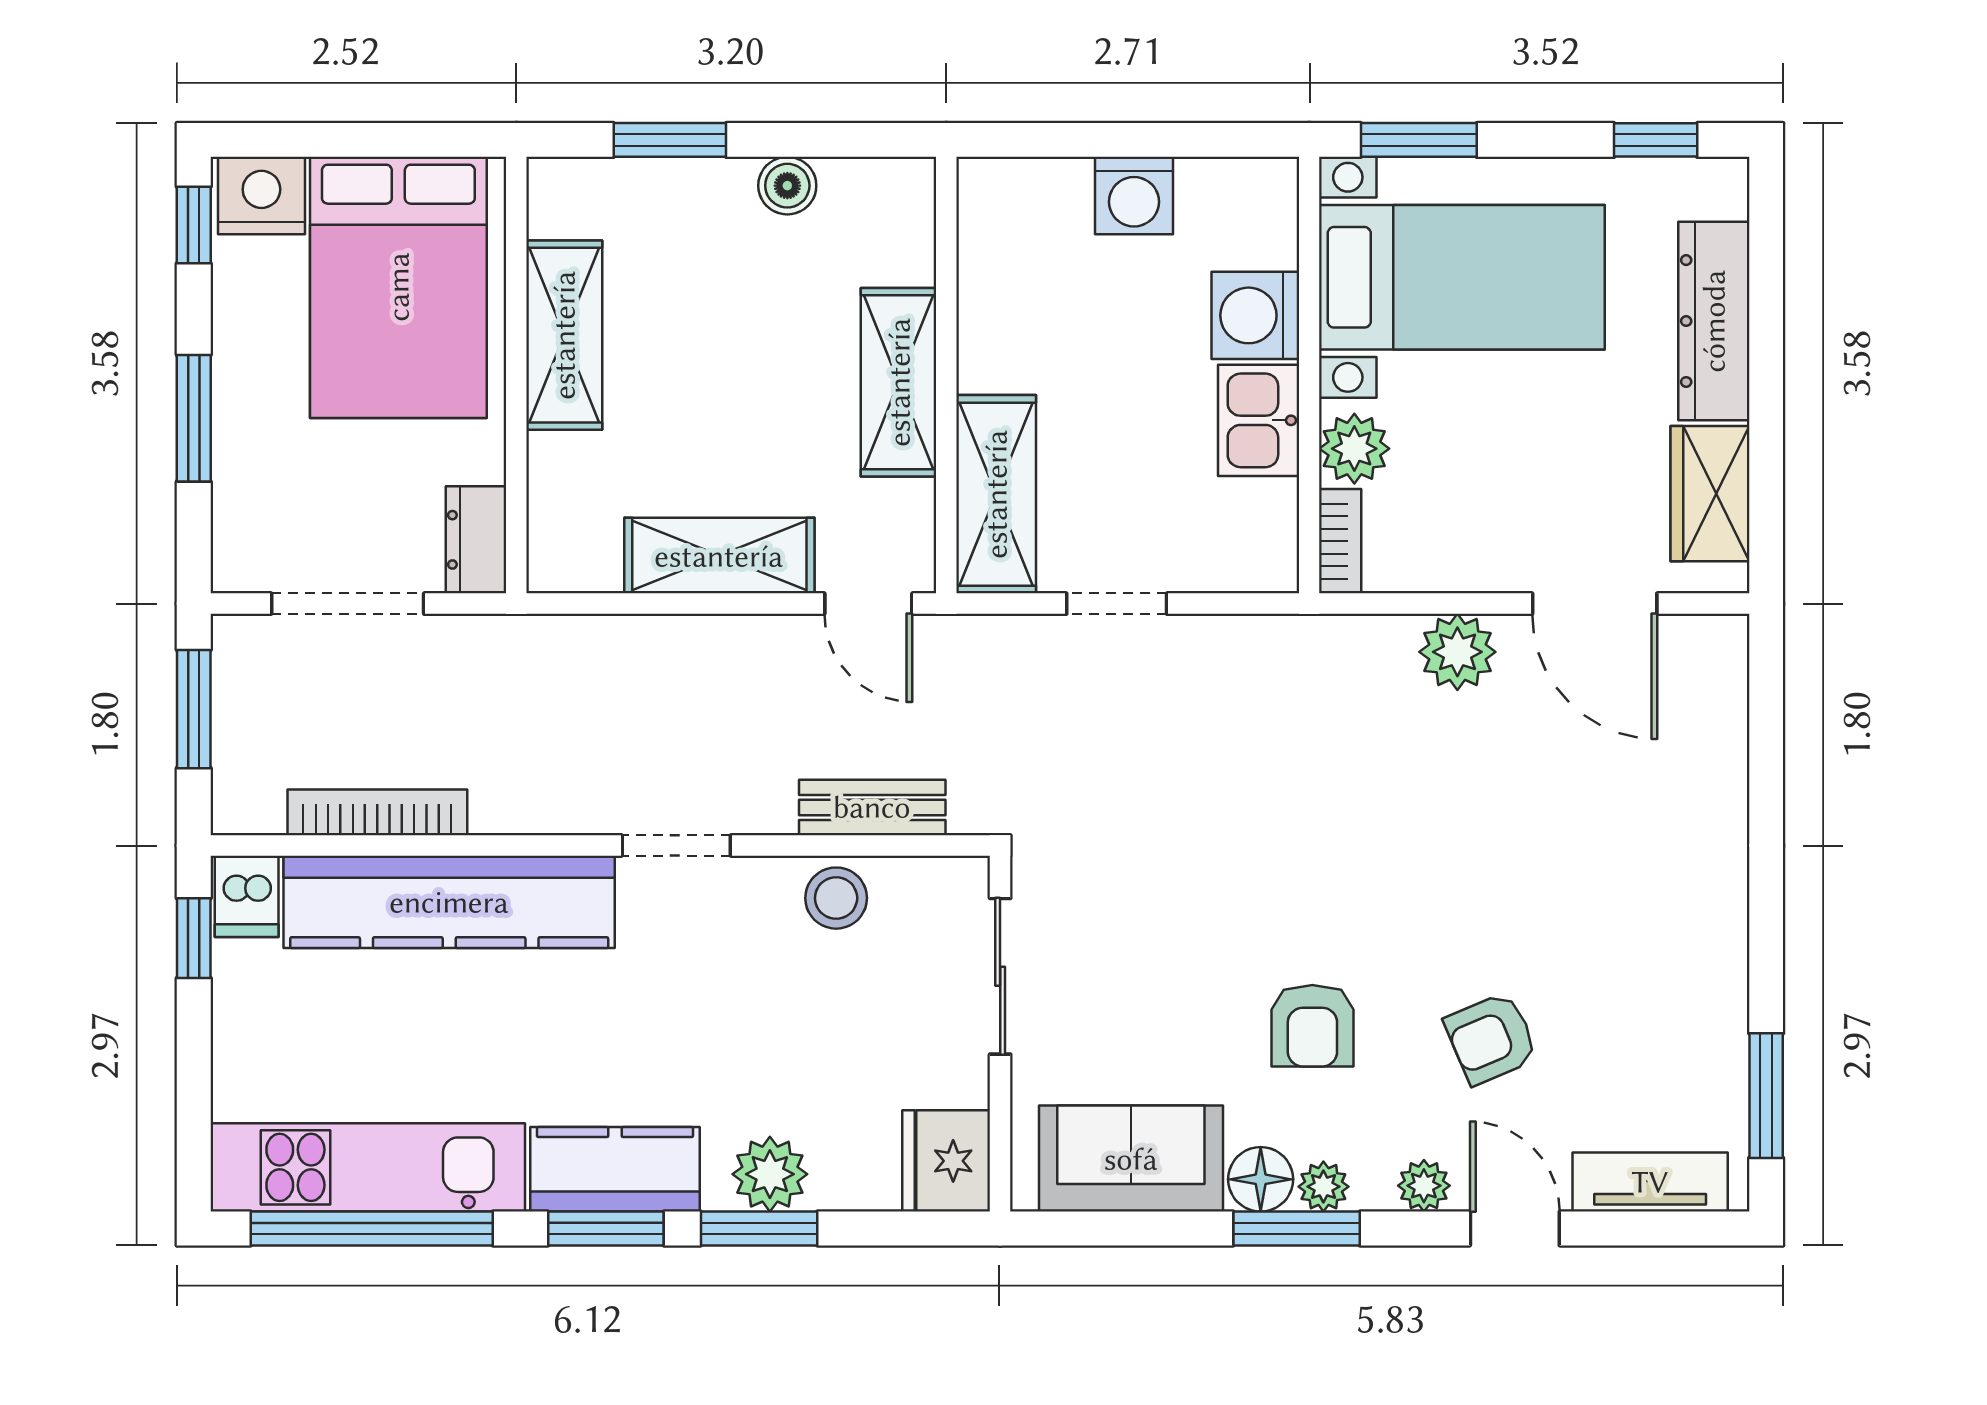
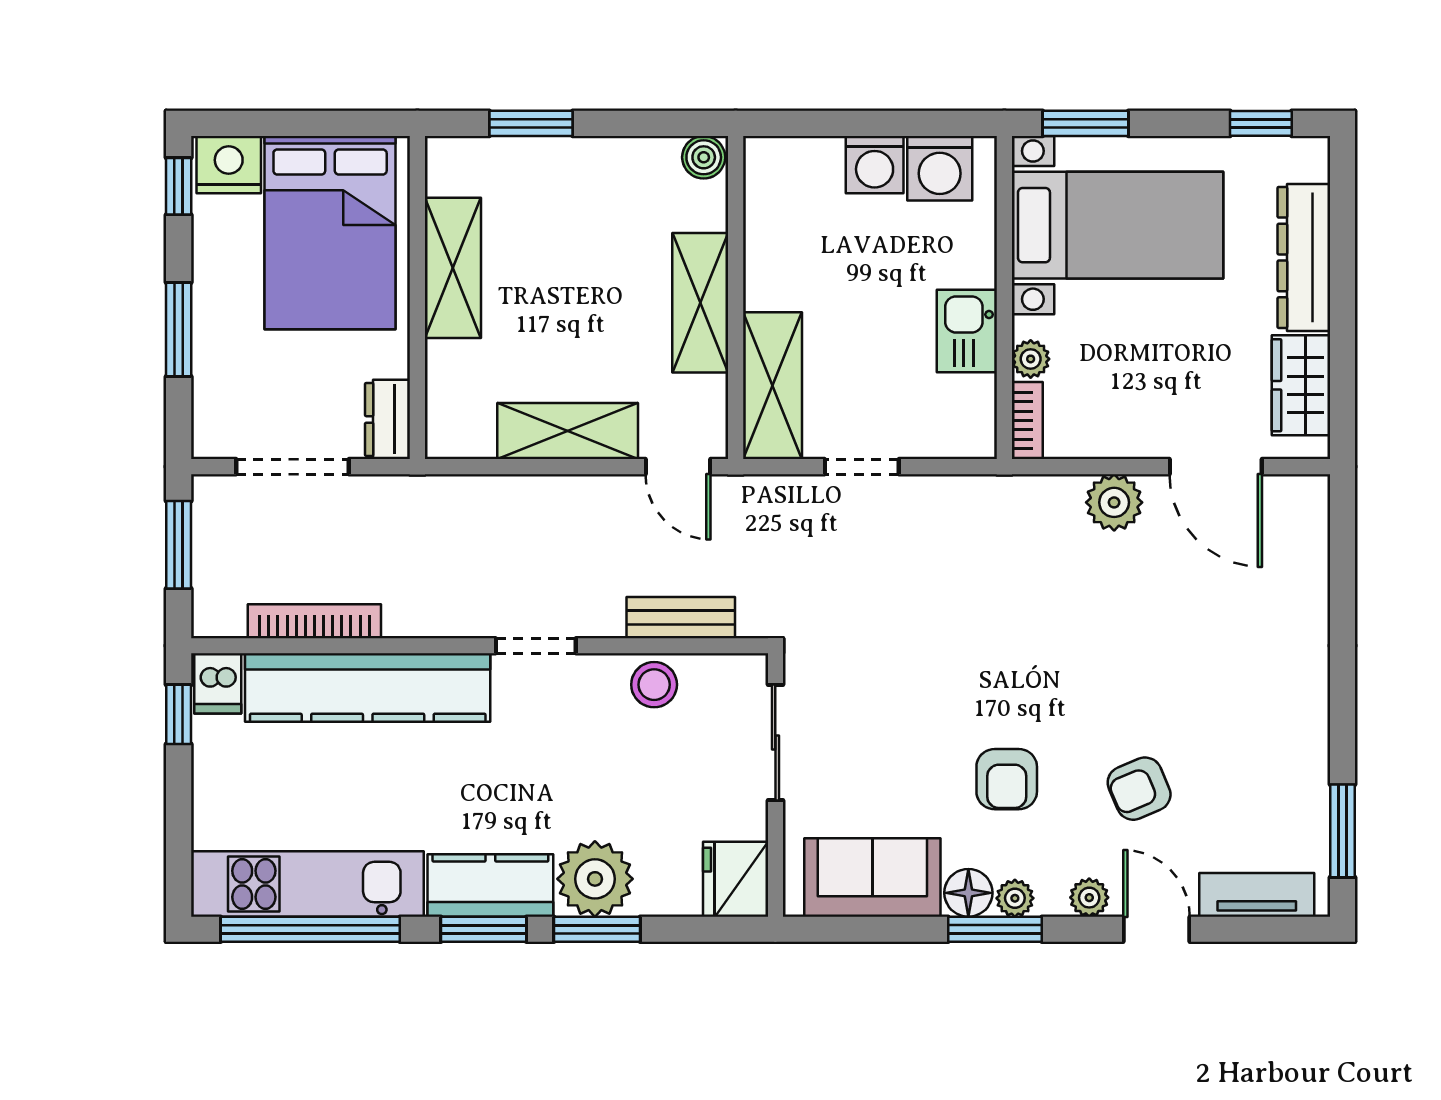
boiler: (787, 186) -> (704, 157), moved
washing machine: (1255, 315) -> (940, 168), moved, turned -90
plant: (1354, 449) -> (1031, 359), width x0.73, depth x0.73
plant: (770, 1174) -> (595, 879), width x1.36, depth x1.36

